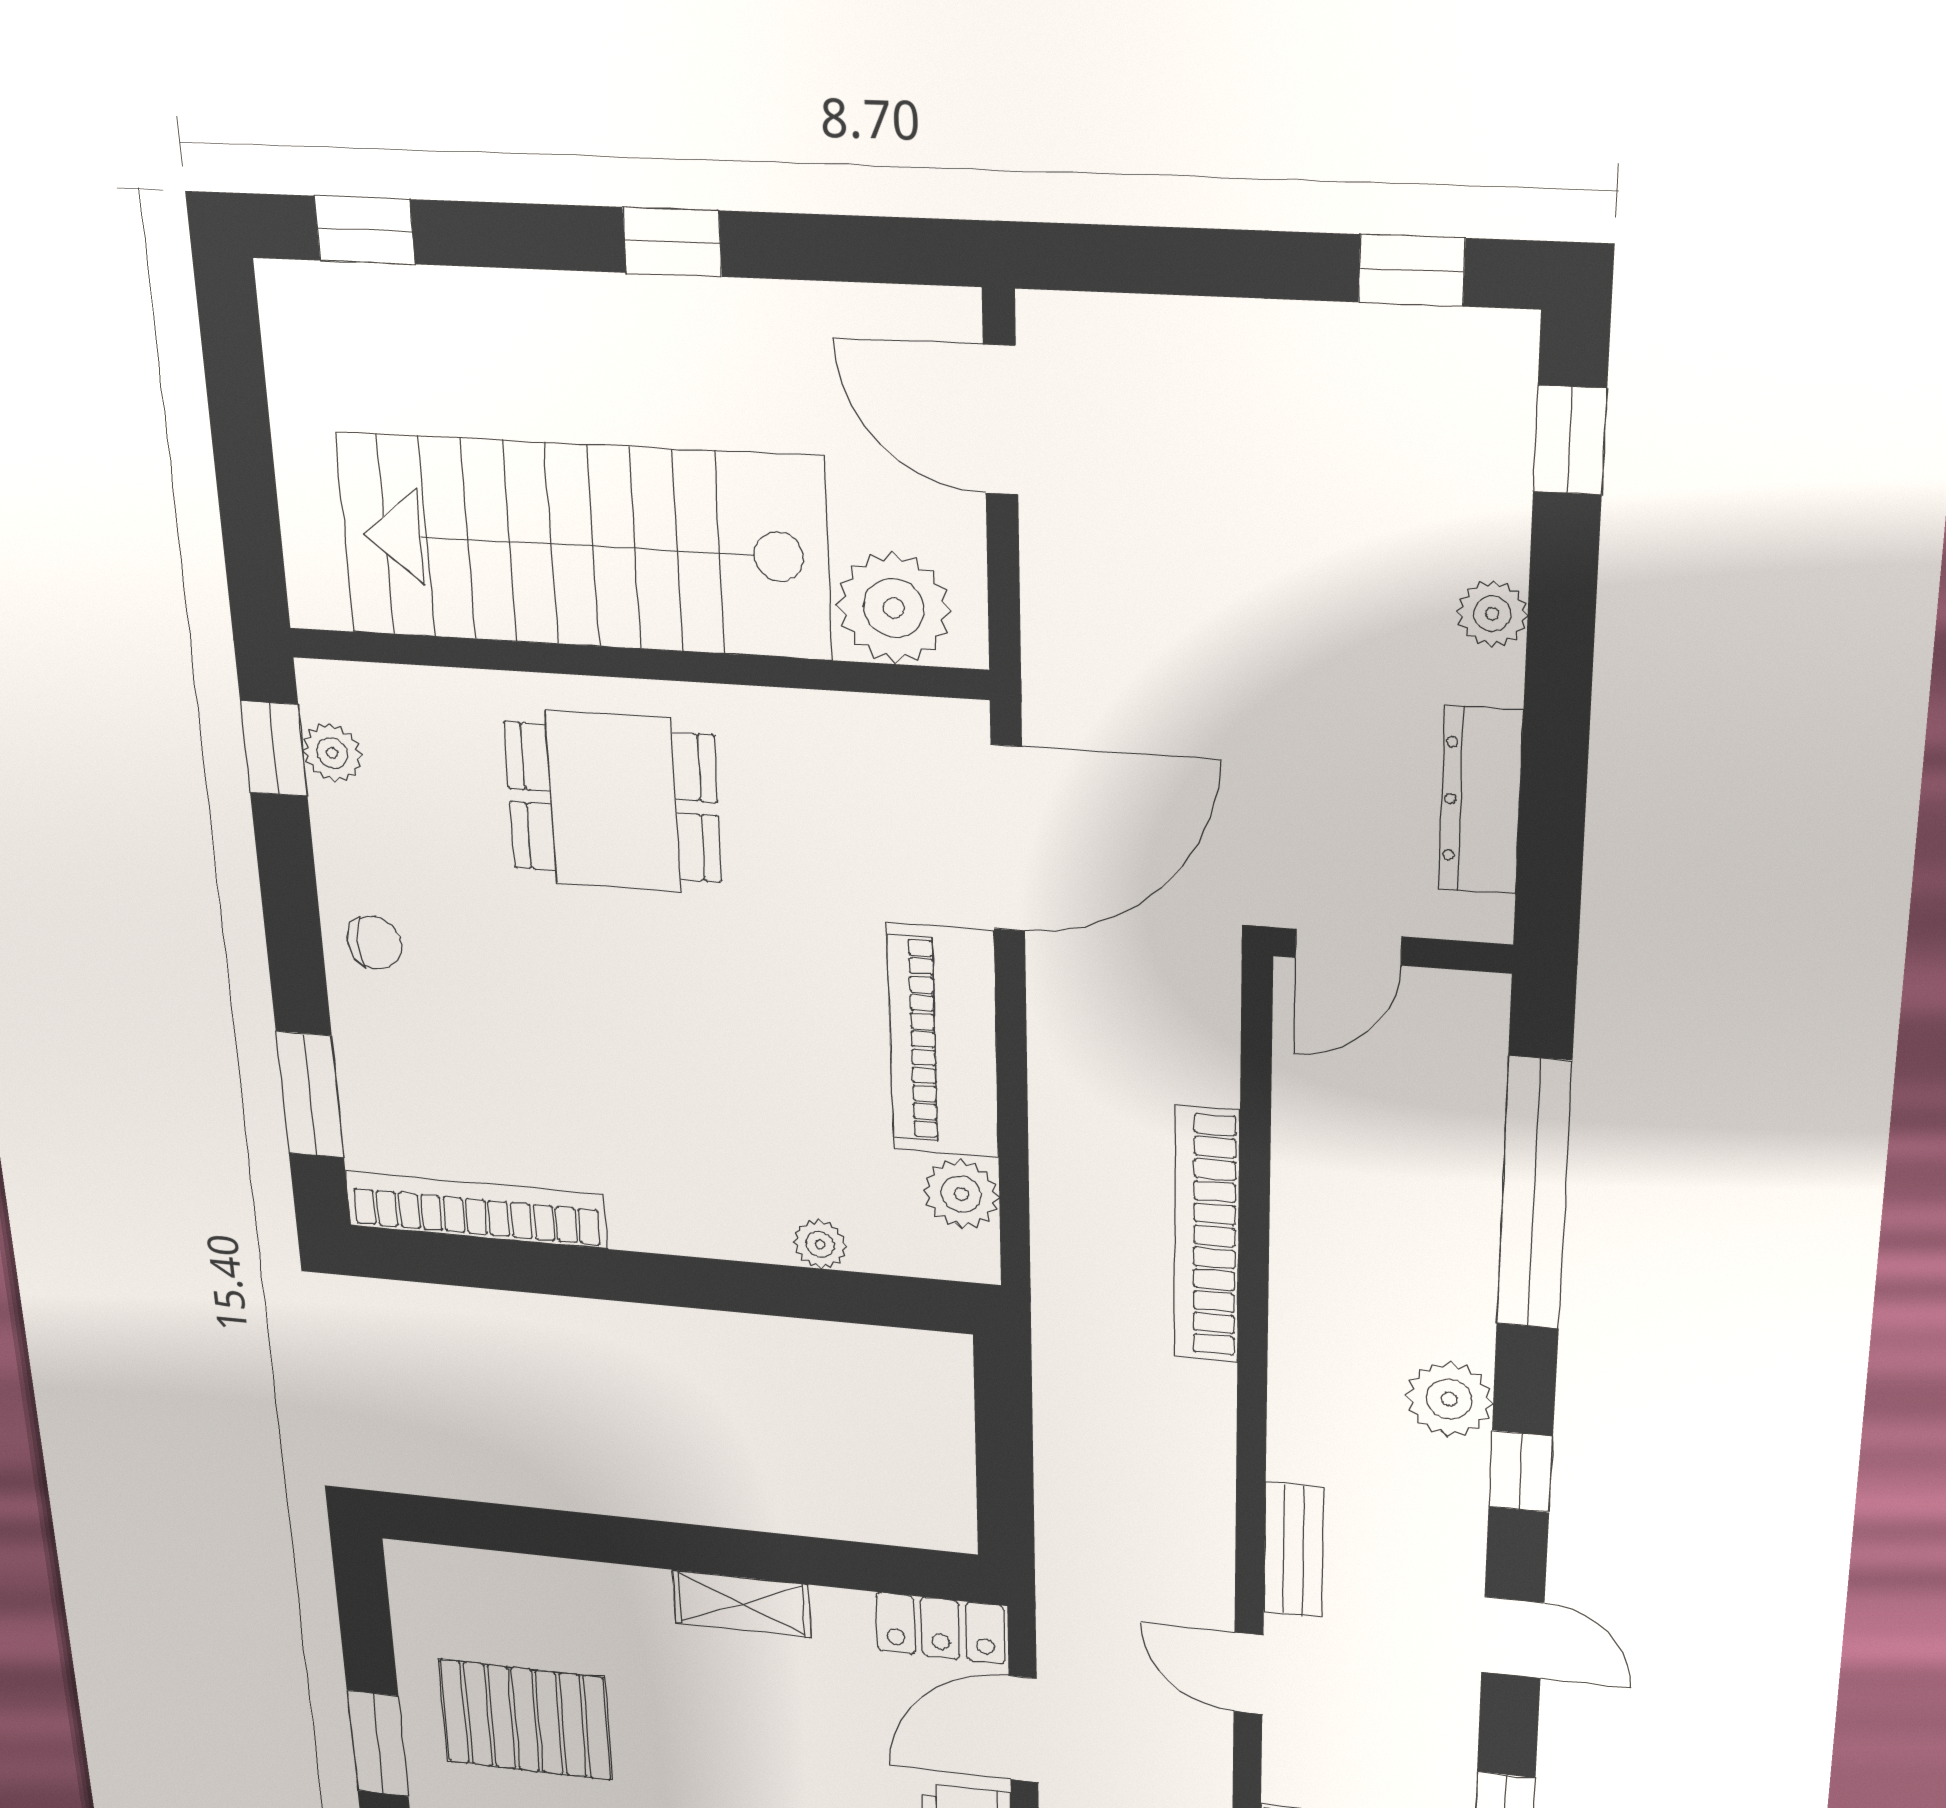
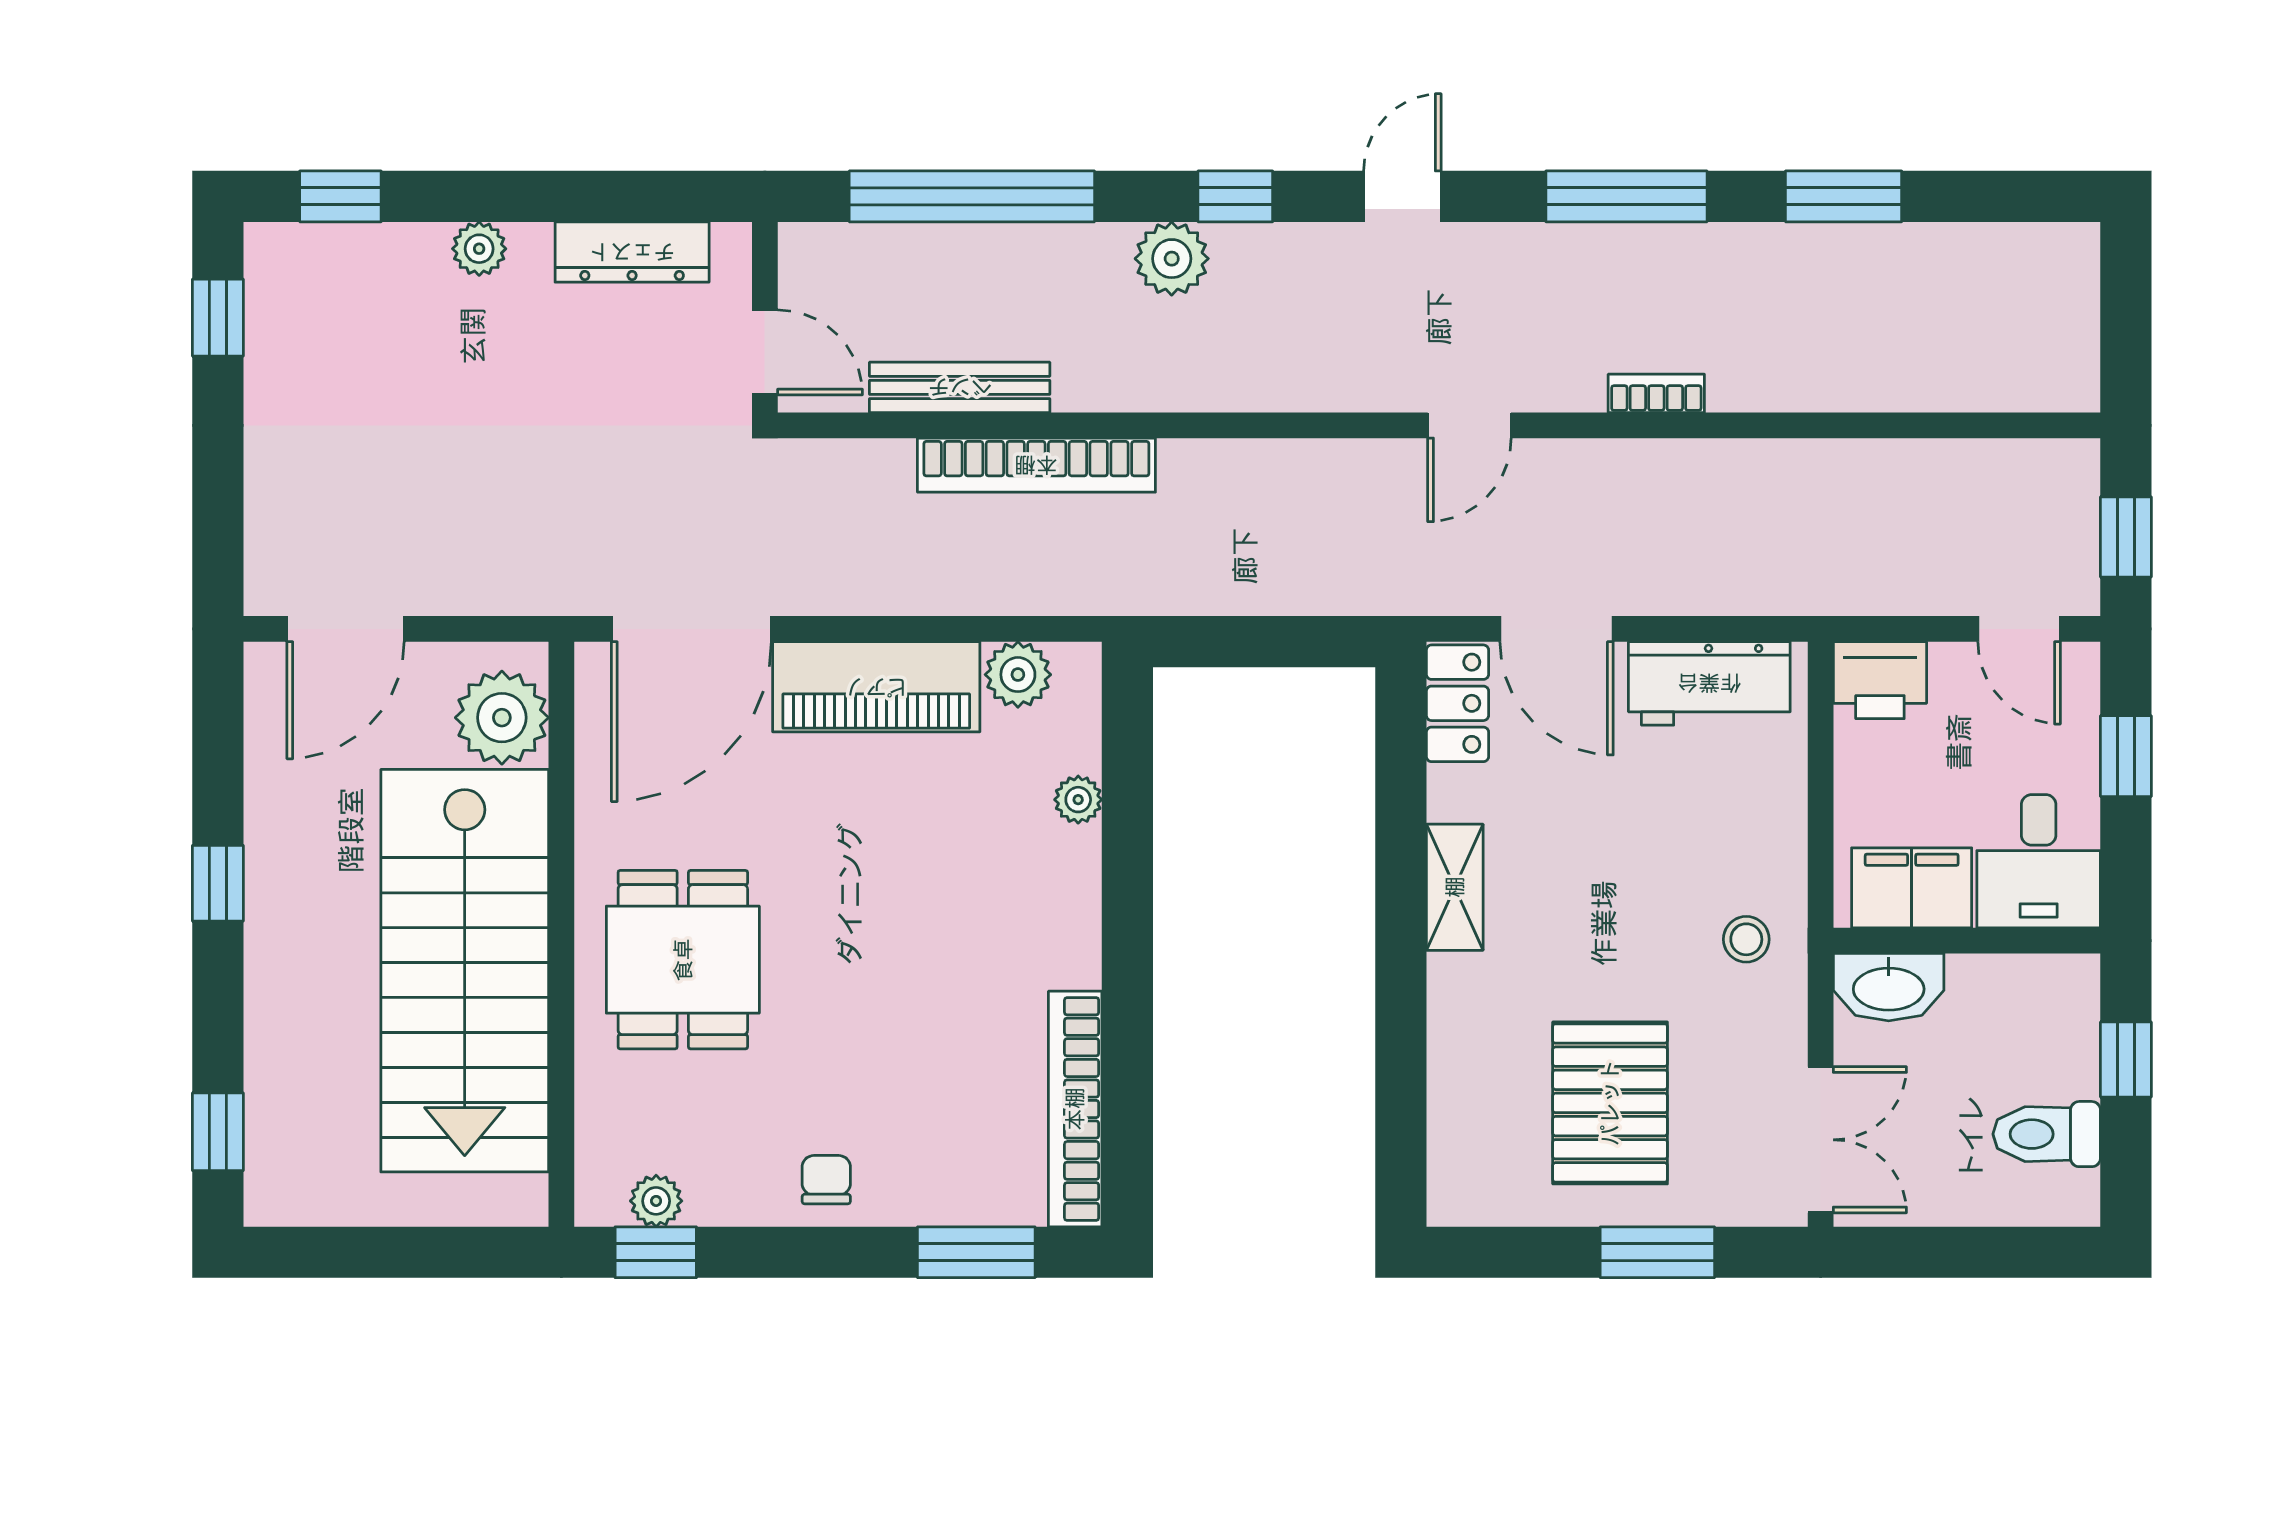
door: (1008, 839) -> (691, 629), swing flipped
bench: (1294, 1550) -> (960, 387), moved, width x1.36

